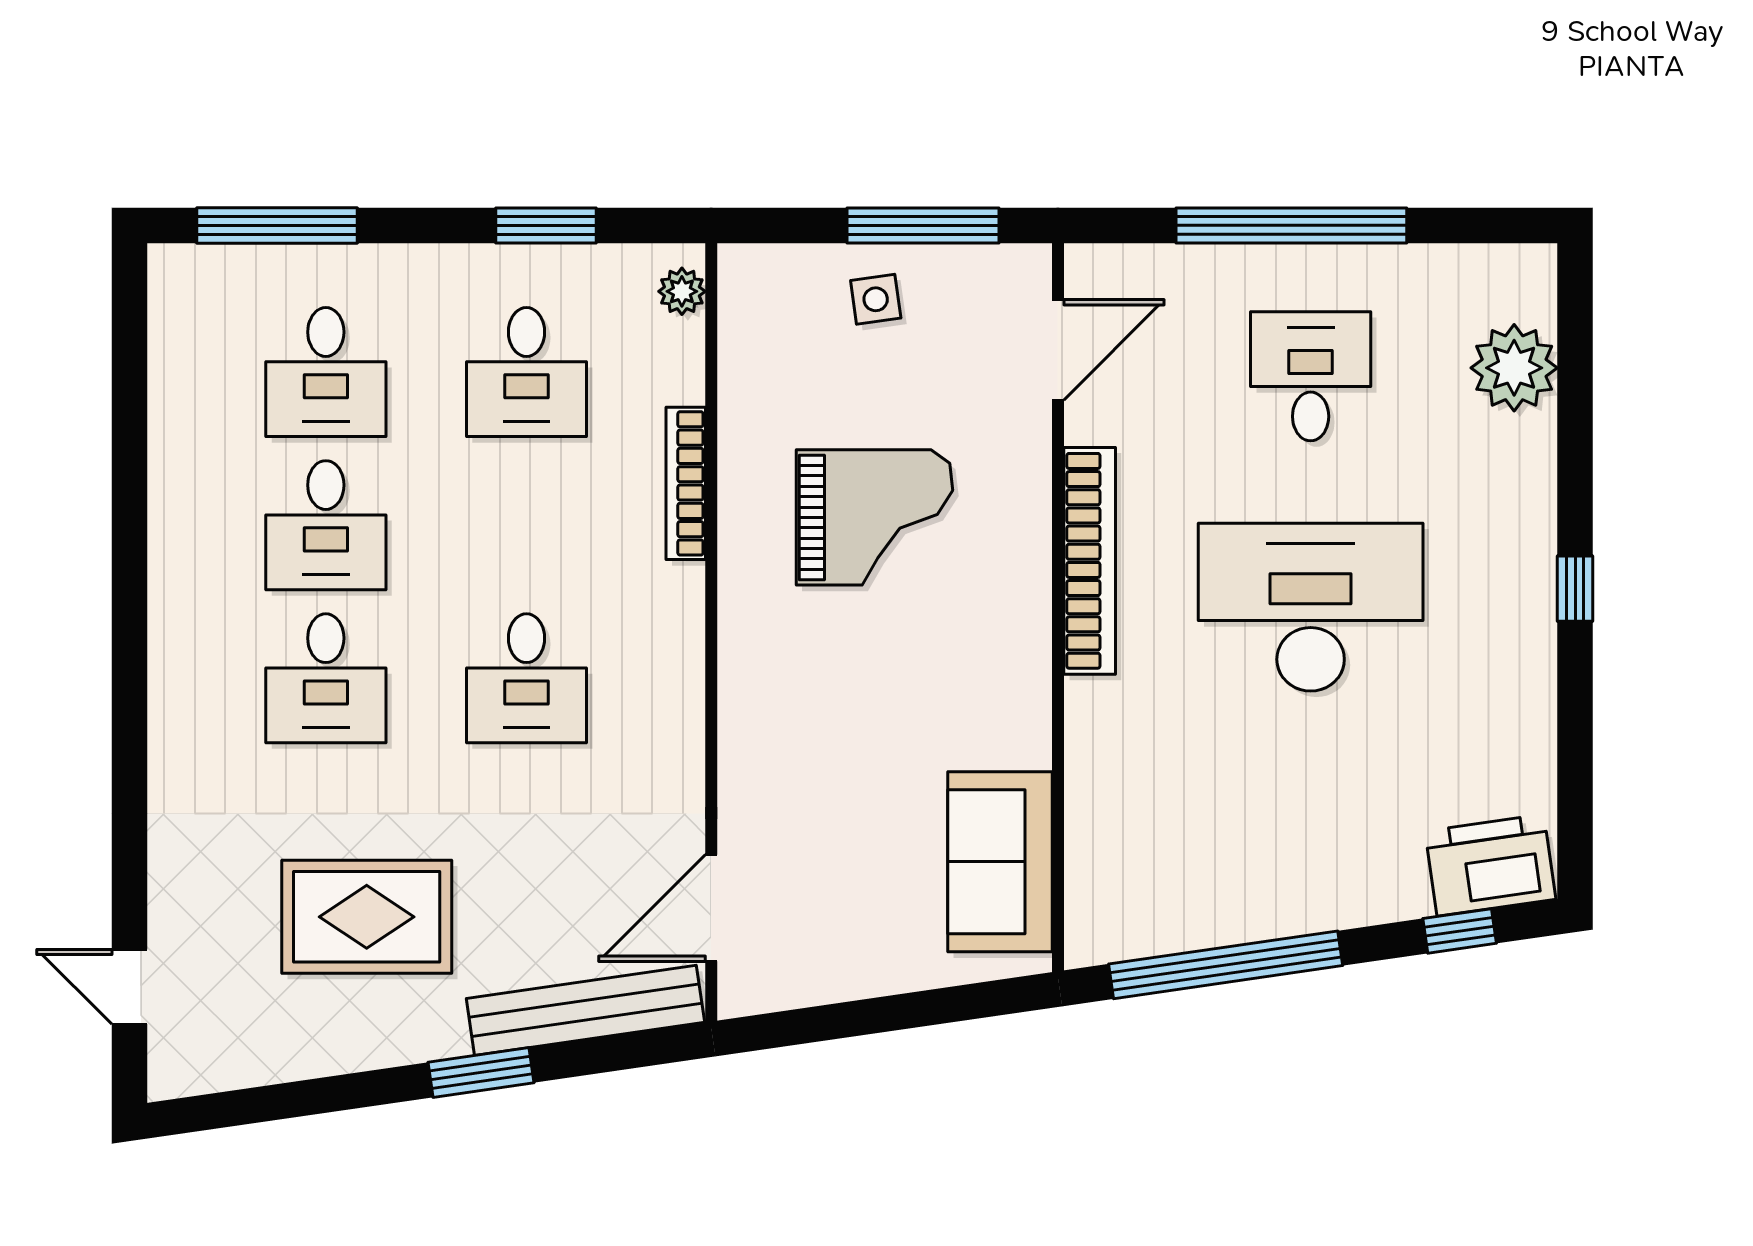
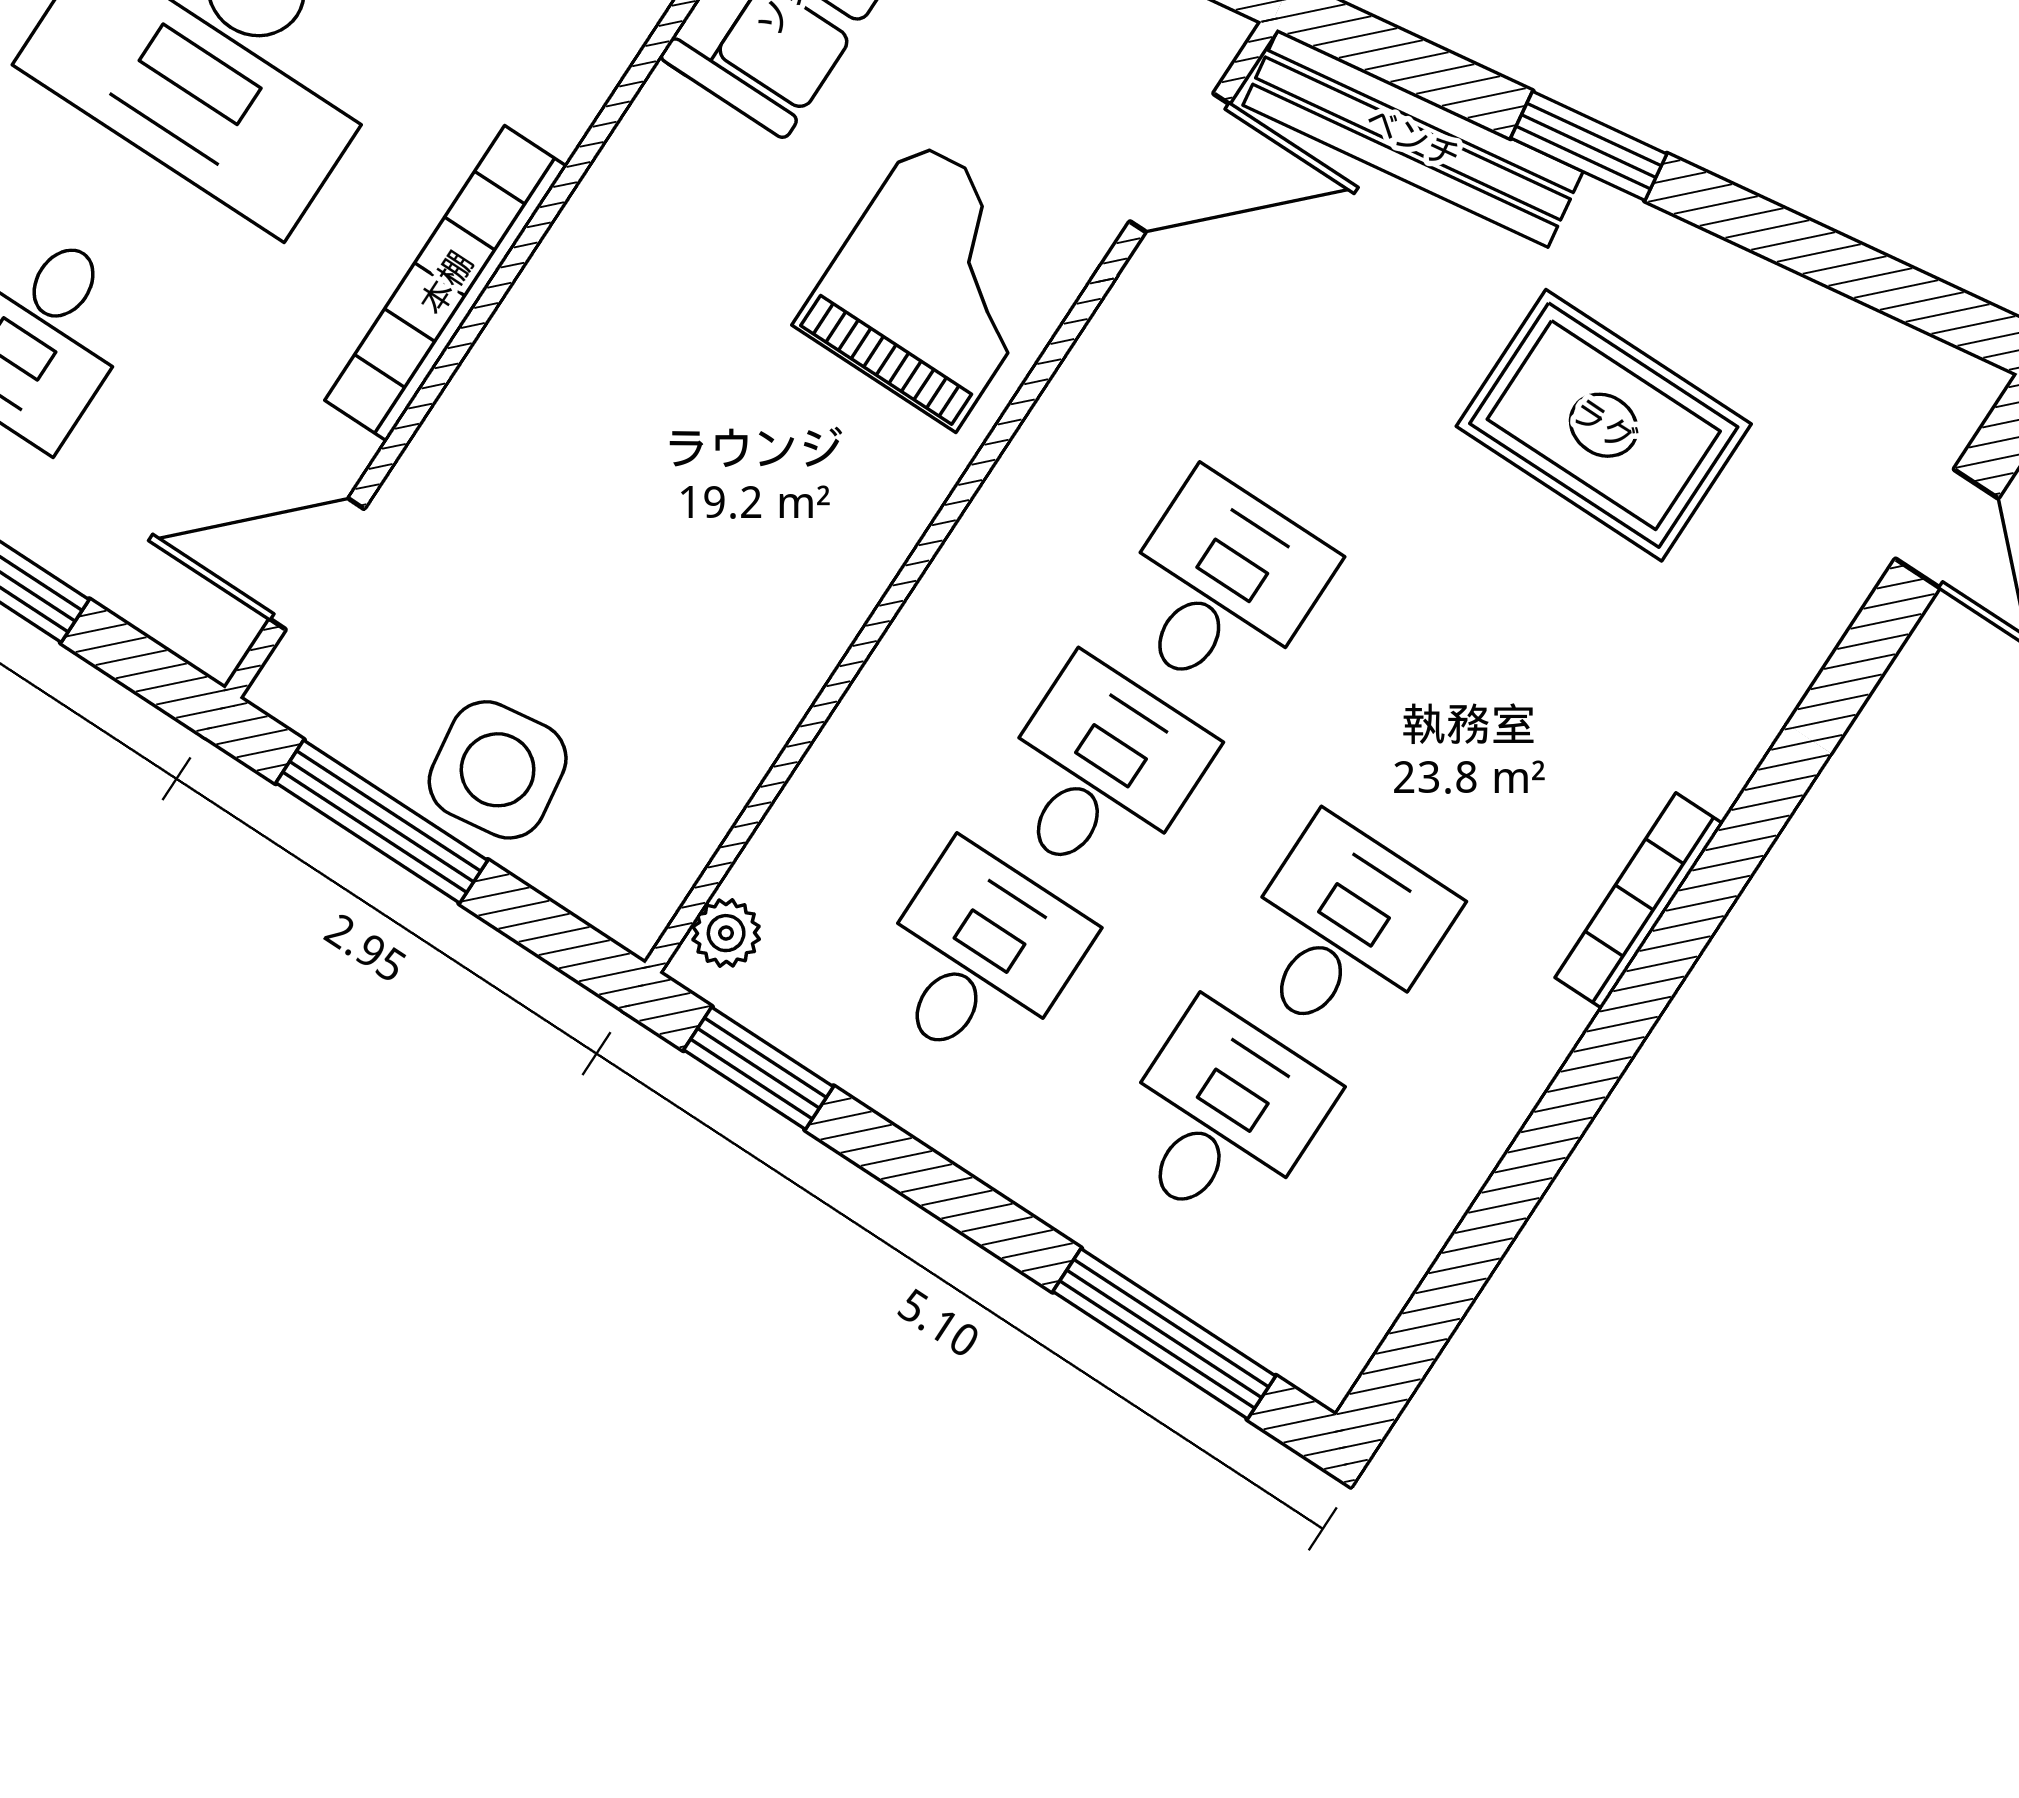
window: (546, 225) -> (758, 1068), moved
side table: (876, 299) -> (498, 770), width x1.87, depth x1.87
bookcase: (686, 483) -> (1639, 901), moved, turned 180
grand piano: (875, 517) -> (936, 284), moved, turned 90
desk: (326, 678) -> (1100, 773), moved

